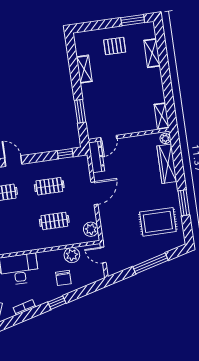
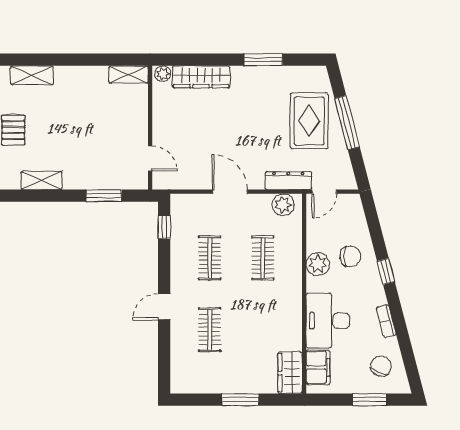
dresser: (97, 157) -> (288, 181), moved
rug: (158, 222) -> (309, 121), moved
plant: (72, 255) -> (318, 264), moved

